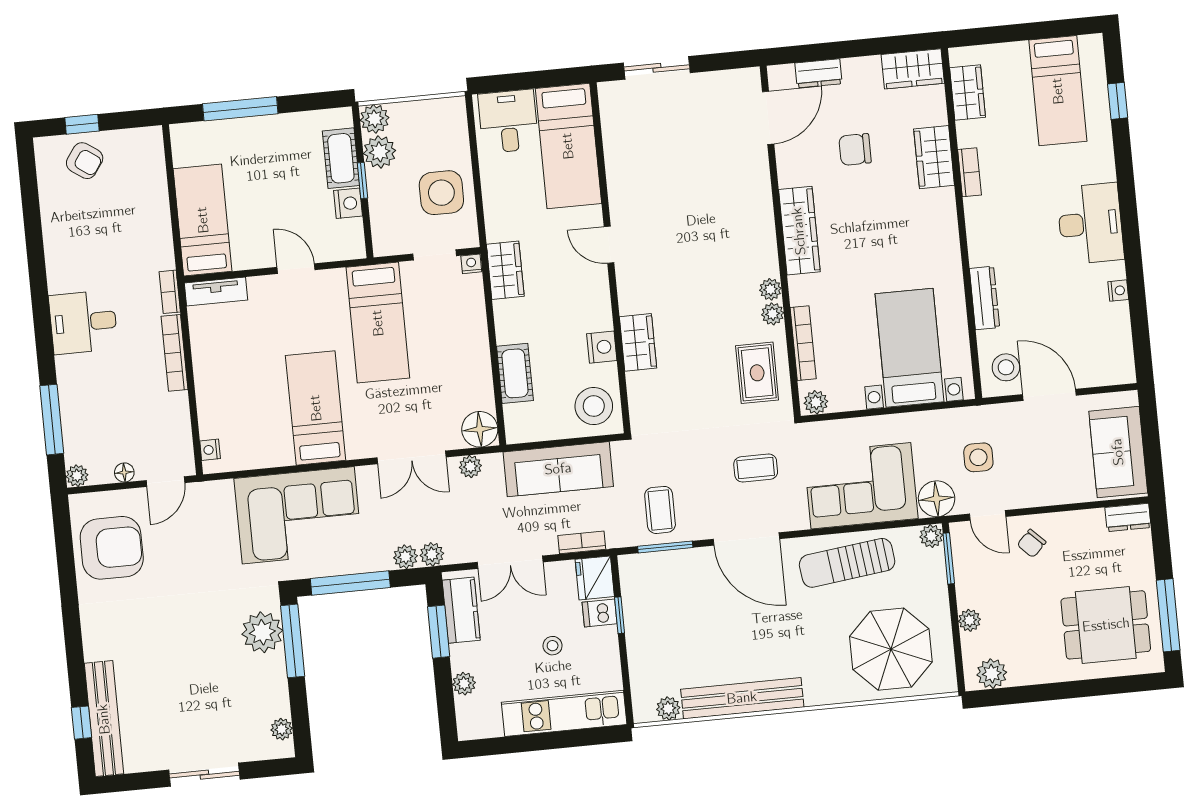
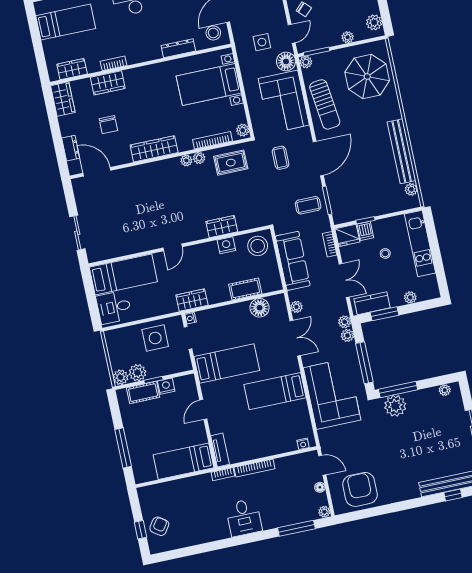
floor lamp: (480, 429) -> (260, 308), moved

